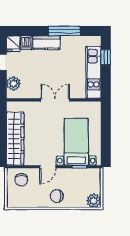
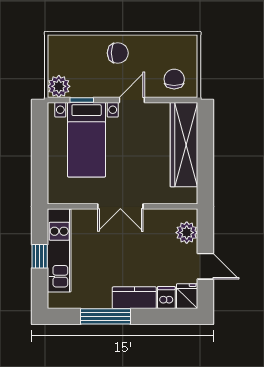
window: (106, 57) -> (40, 256), moved
plant: (94, 201) -> (59, 86), moved

